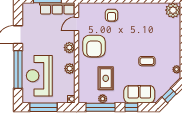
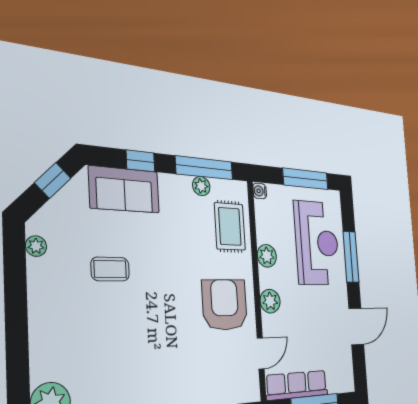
armchair: (112, 15) -> (194, 378), removed
window: (18, 69) -> (351, 257), width x0.68
rug: (106, 78) -> (230, 226), moved

